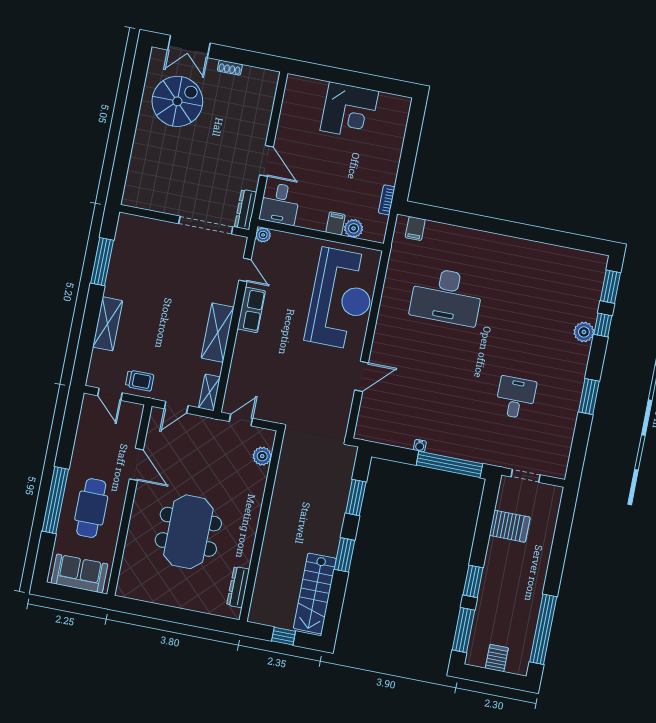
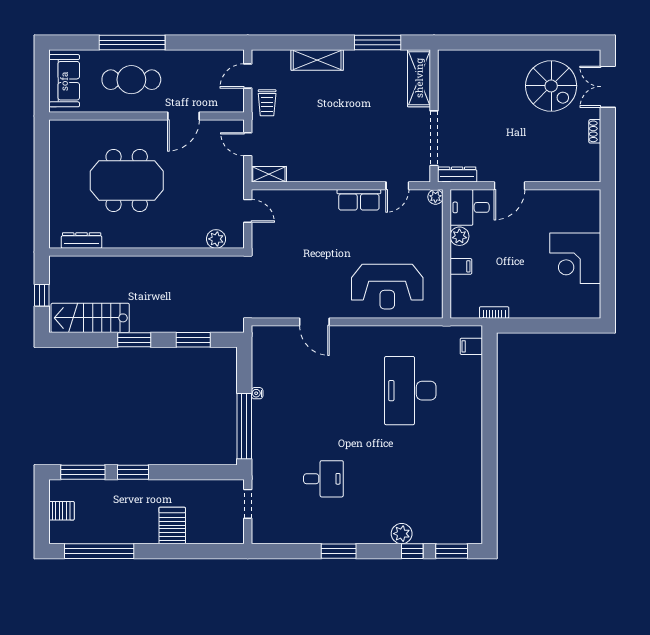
plant: (354, 228) -> (459, 236), moved
reception desk: (341, 299) -> (387, 287), width x0.74, depth x0.77
shelving: (218, 333) -> (419, 78), moved, turned 90
server rack: (510, 526) -> (172, 525), moved, turned 180

